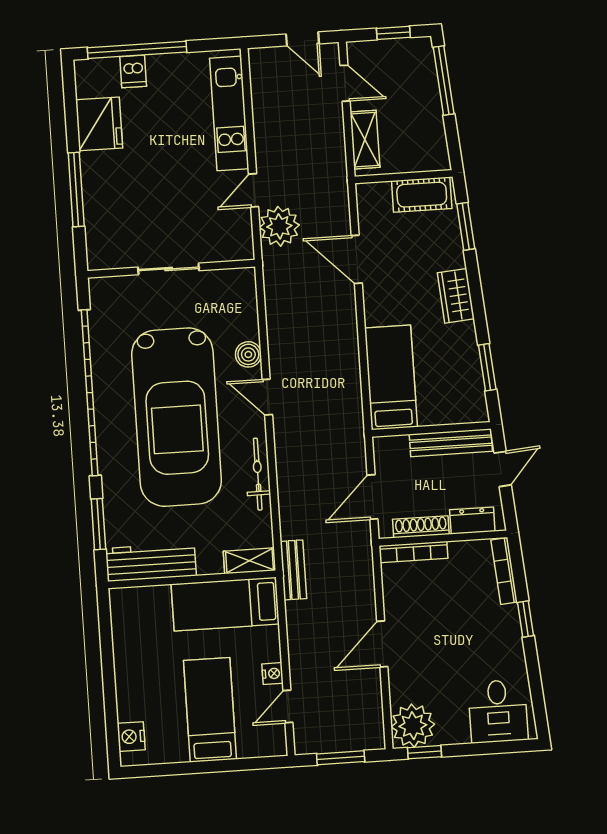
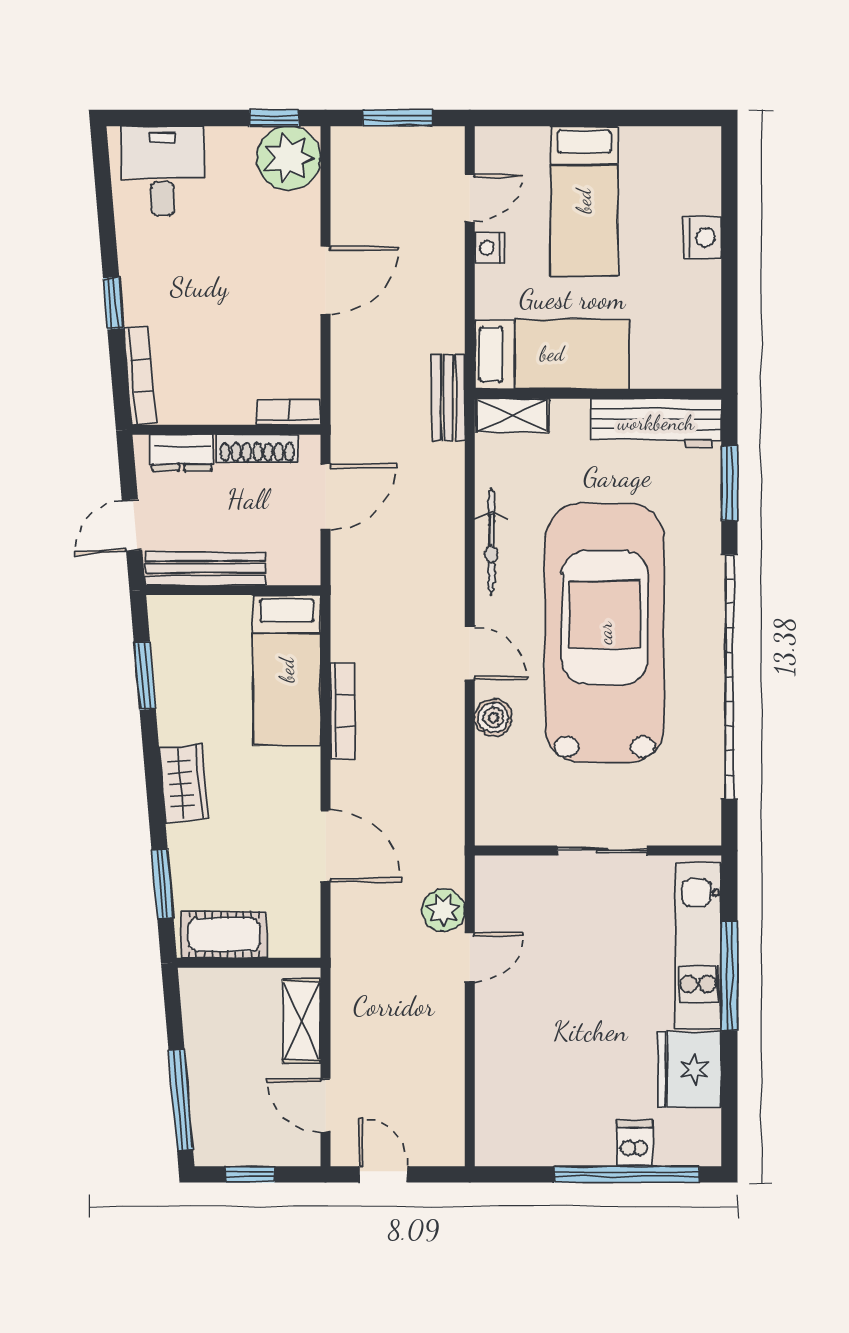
kitchen unit: (229, 113) -> (698, 946), moved, turned 180
plant: (279, 226) -> (443, 910), width x0.73, depth x0.73
bookcase: (351, 352) -> (343, 711), added
bookcase: (413, 552) -> (289, 412), width x0.64
nightstand: (131, 737) -> (702, 237), moved

